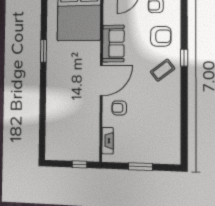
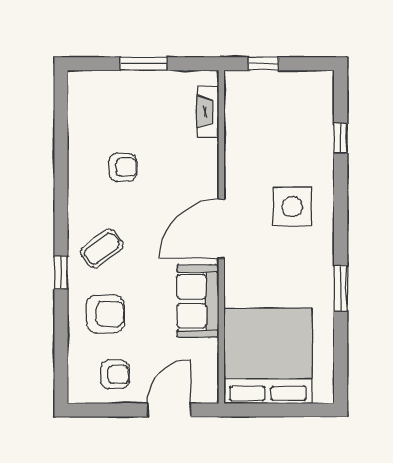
armchair: (161, 36) -> (105, 314), turned 180
side table: (66, 91) -> (292, 207), added
armchair: (119, 108) -> (123, 167), moved
window: (42, 126) -> (341, 138), added

